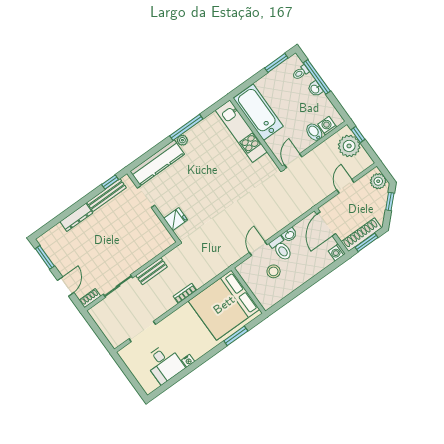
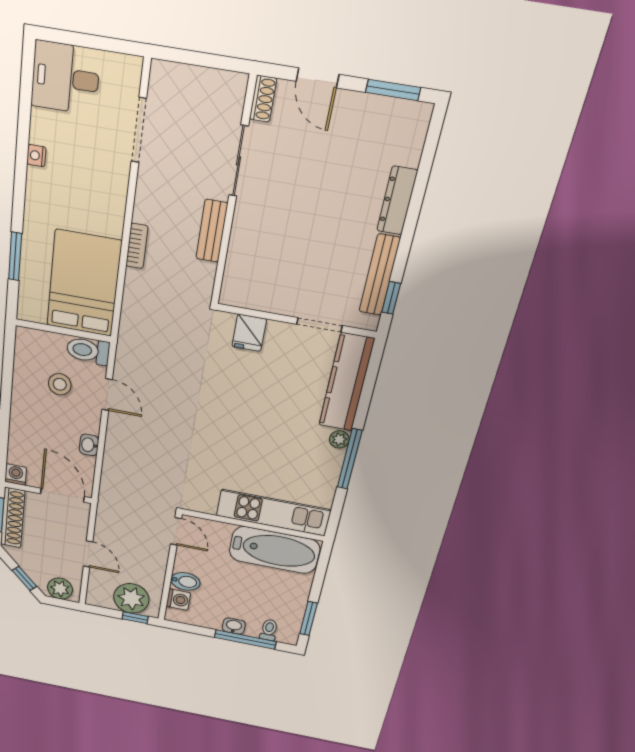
toilet: (281, 249) -> (88, 351), moved
bed: (224, 305) -> (84, 284), width x0.73
desk: (164, 364) -> (65, 78), moved

